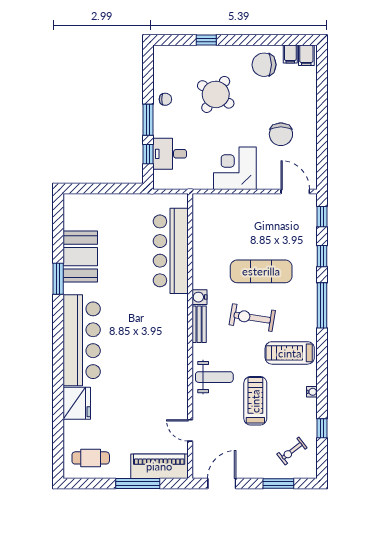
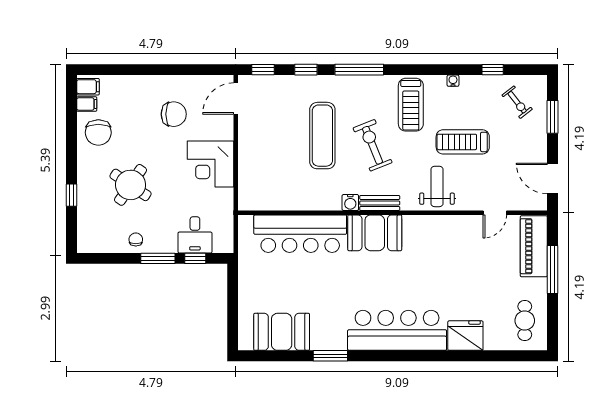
booth: (80, 257) -> (282, 332), moved
exercise bike: (252, 318) -> (373, 145), turned 149
booth: (172, 320) -> (375, 233), added

